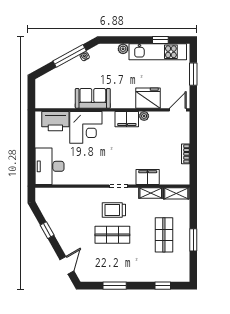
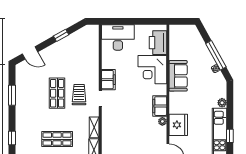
filing cabinet: (148, 177) -> (108, 80), moved

